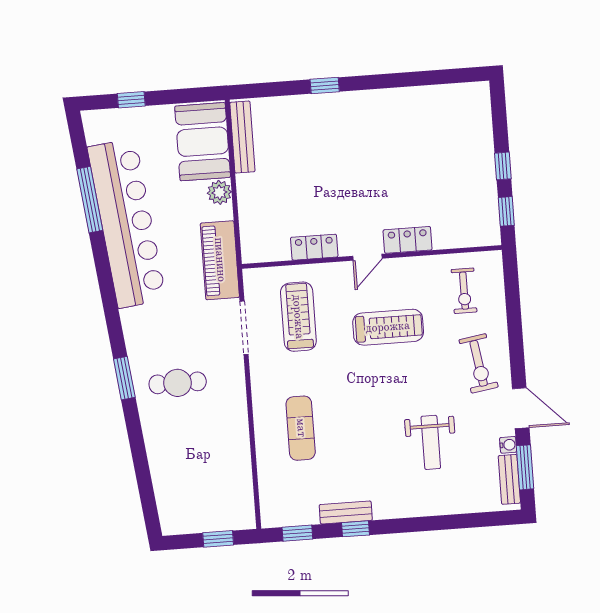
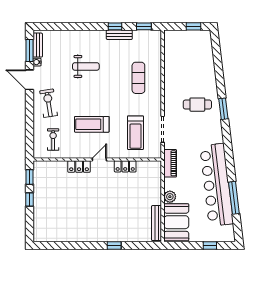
piano: (220, 260) -> (170, 163), width x0.73, depth x0.75
weight bench: (431, 442) -> (86, 66), moved, turned 90
window: (218, 539) -> (194, 26), moved

